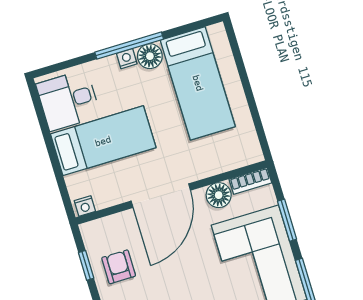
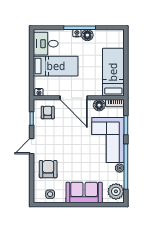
bed: (198, 83) -> (113, 72), moved, turned 180
door: (161, 196) -> (74, 98), hinge flipped
armchair: (119, 267) -> (48, 112), moved

